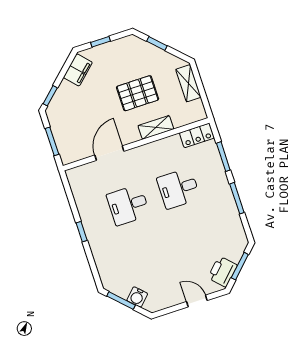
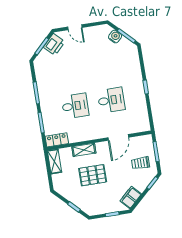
shelving: (188, 83) -> (55, 161), moved
trolley: (72, 122) -> (141, 163), added

